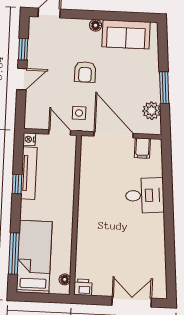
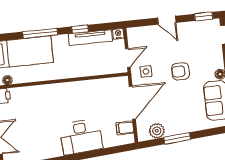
window: (23, 49) -> (204, 16), moved
desk: (145, 195) -> (81, 137), width x1.37
window: (14, 253) -> (40, 33), moved

